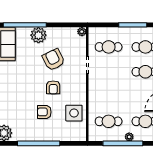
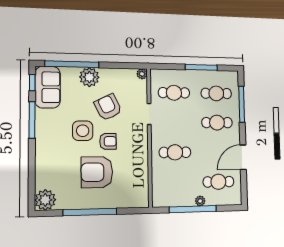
armchair: (53, 87) -> (108, 141), turned -90
armchair: (44, 112) -> (97, 172), width x1.88, depth x1.88
side table: (74, 113) -> (83, 131), moved
cafe table: (109, 121) -> (175, 152), moved

